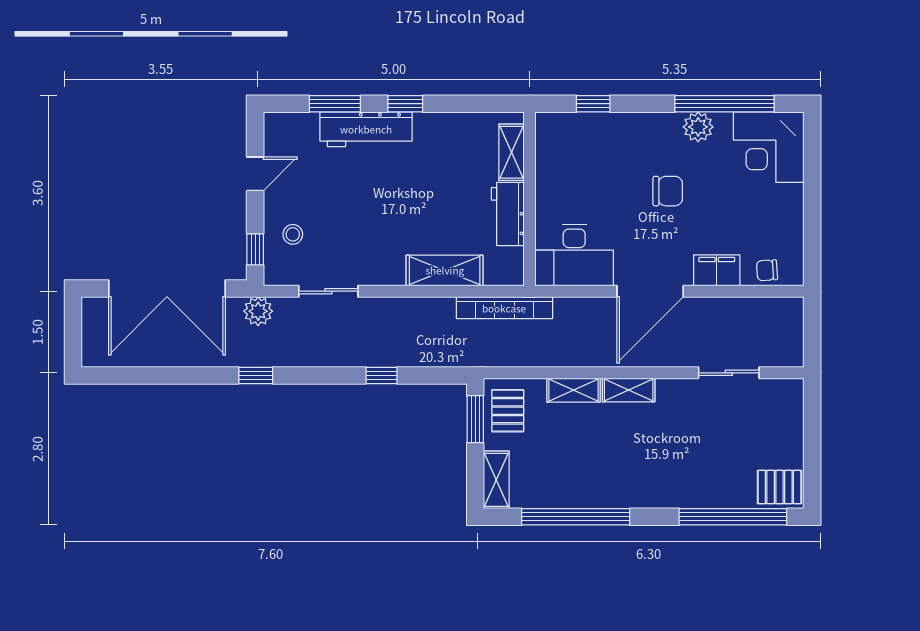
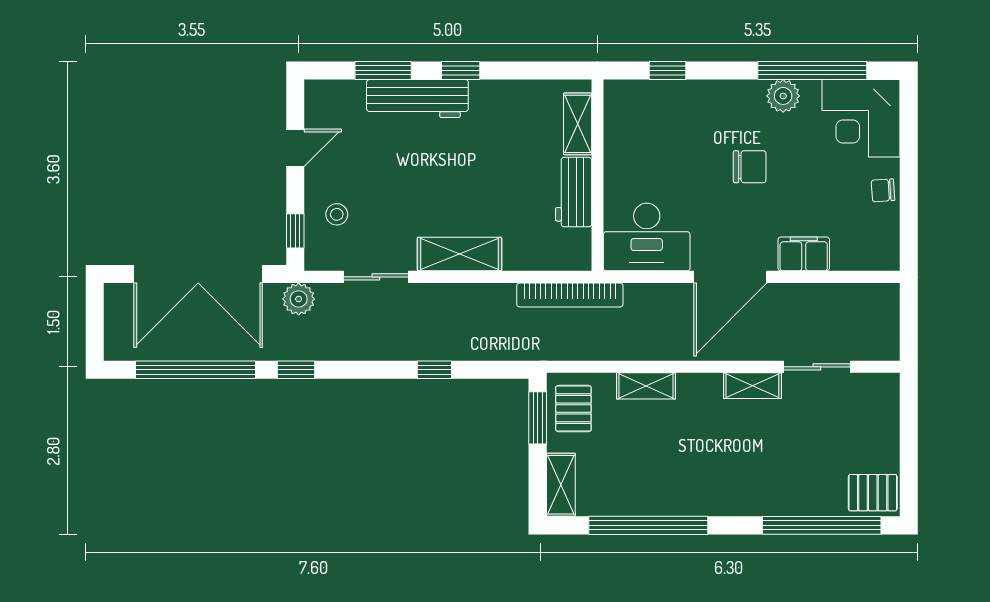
shelving: (445, 270) -> (459, 254), moved
chair: (767, 270) -> (883, 190), moved
window: (165, 375) -> (196, 370), added
shelving: (629, 390) -> (752, 386), moved

